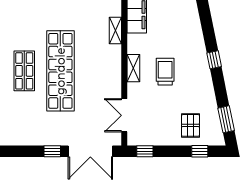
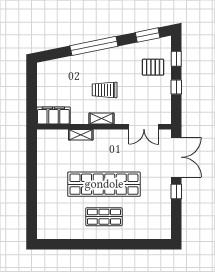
shelving: (115, 31) -> (81, 135), moved
window: (214, 60) -> (94, 46), width x3.17
window: (145, 151) -> (176, 87), moved

